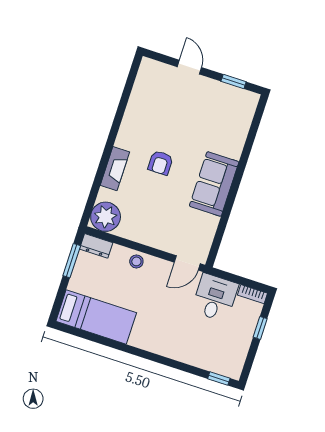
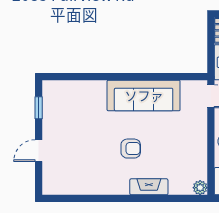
sofa: (214, 184) -> (144, 95), width x1.36
plant: (106, 217) -> (200, 188), width x0.53, depth x0.53

